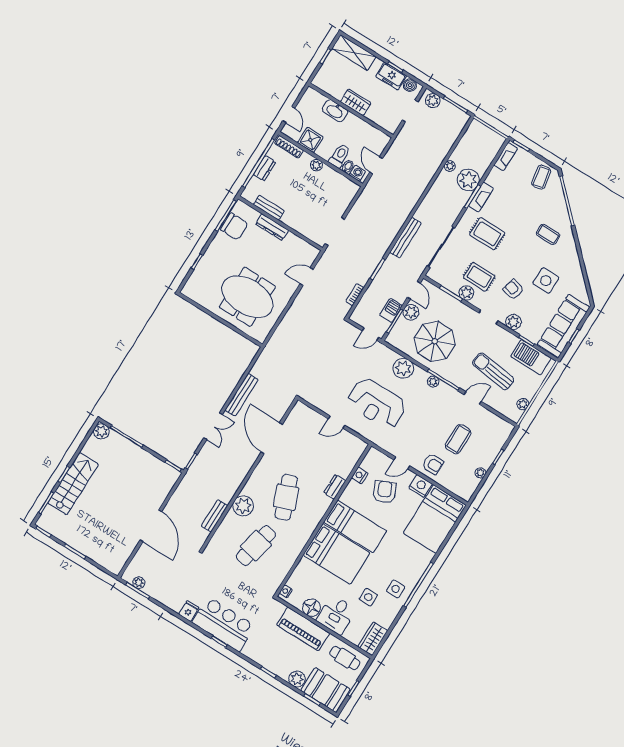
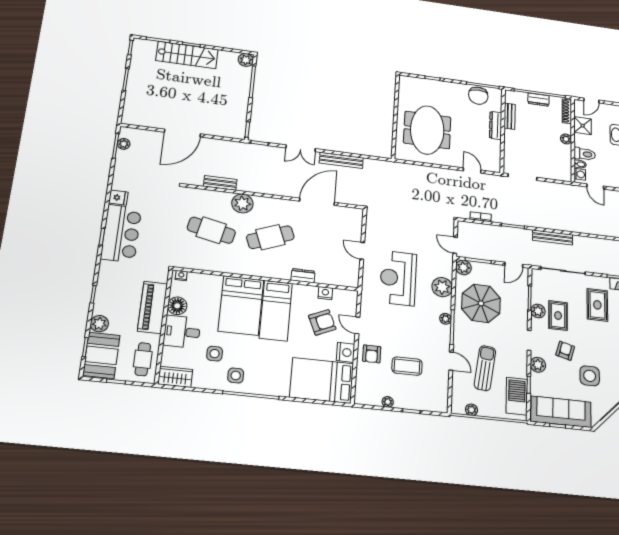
door: (376, 165) -> (595, 186), swing flipped
barbecue: (391, 310) -> (485, 253), removed
plant: (411, 312) -> (463, 268), moved

